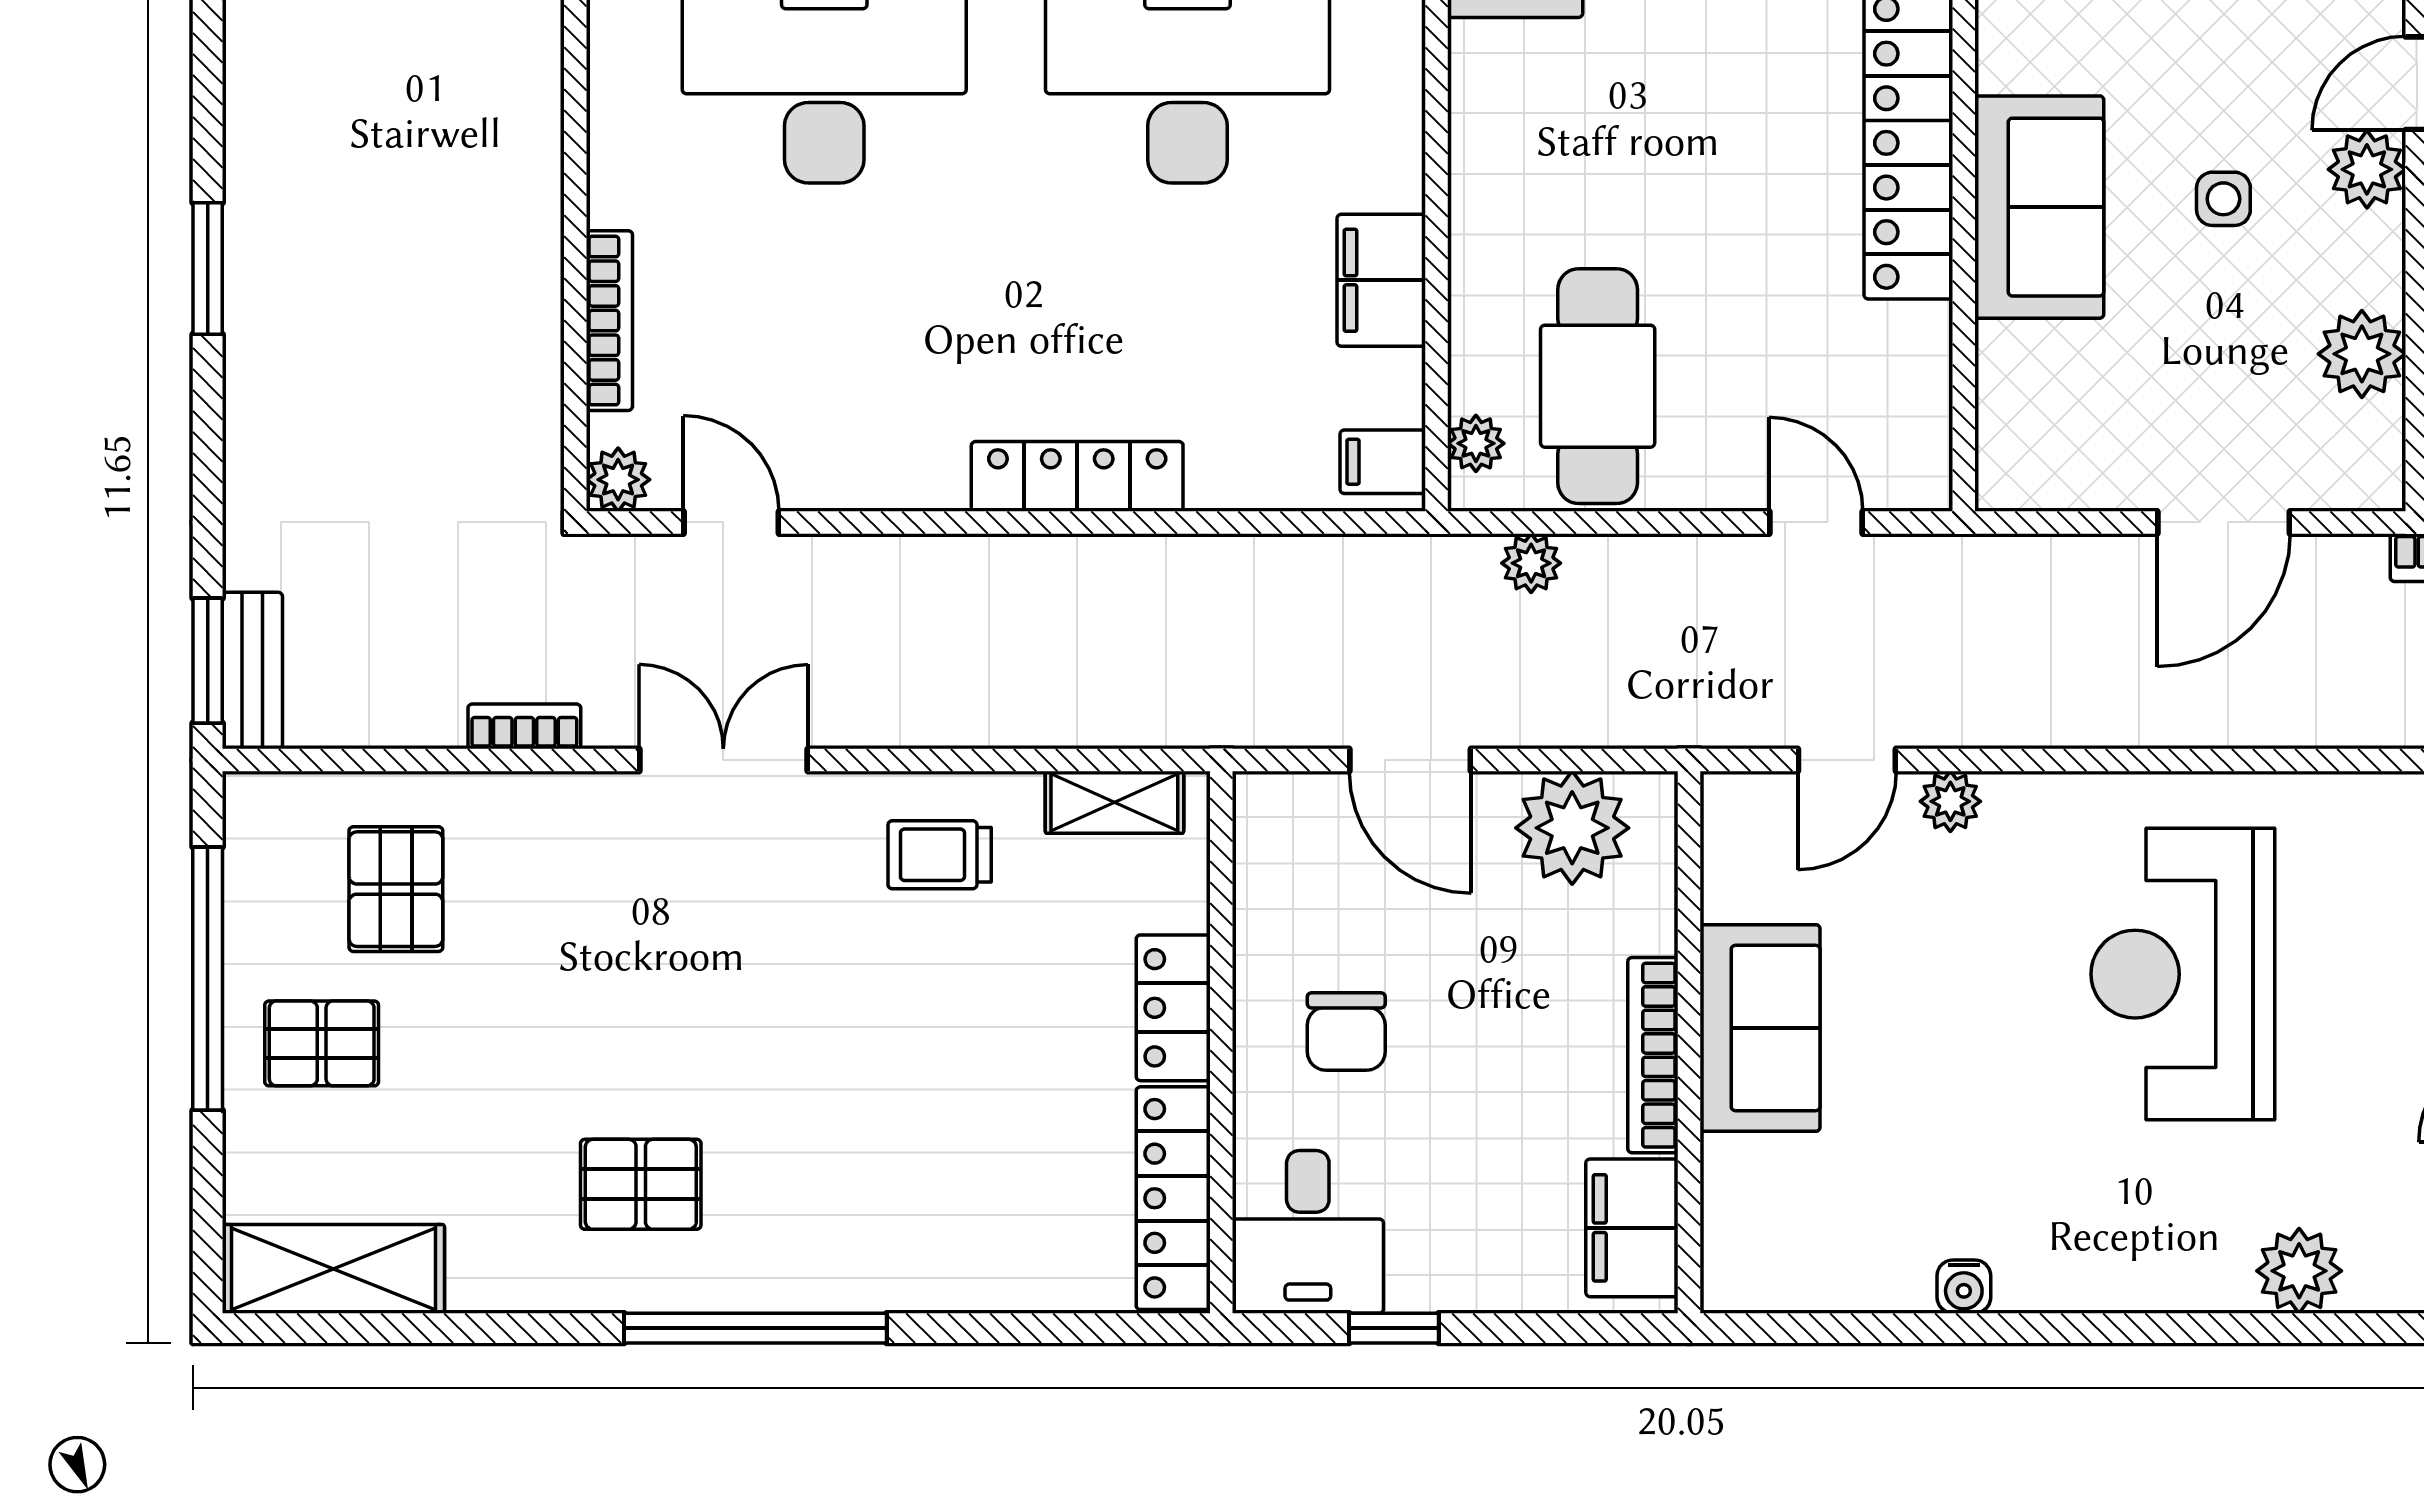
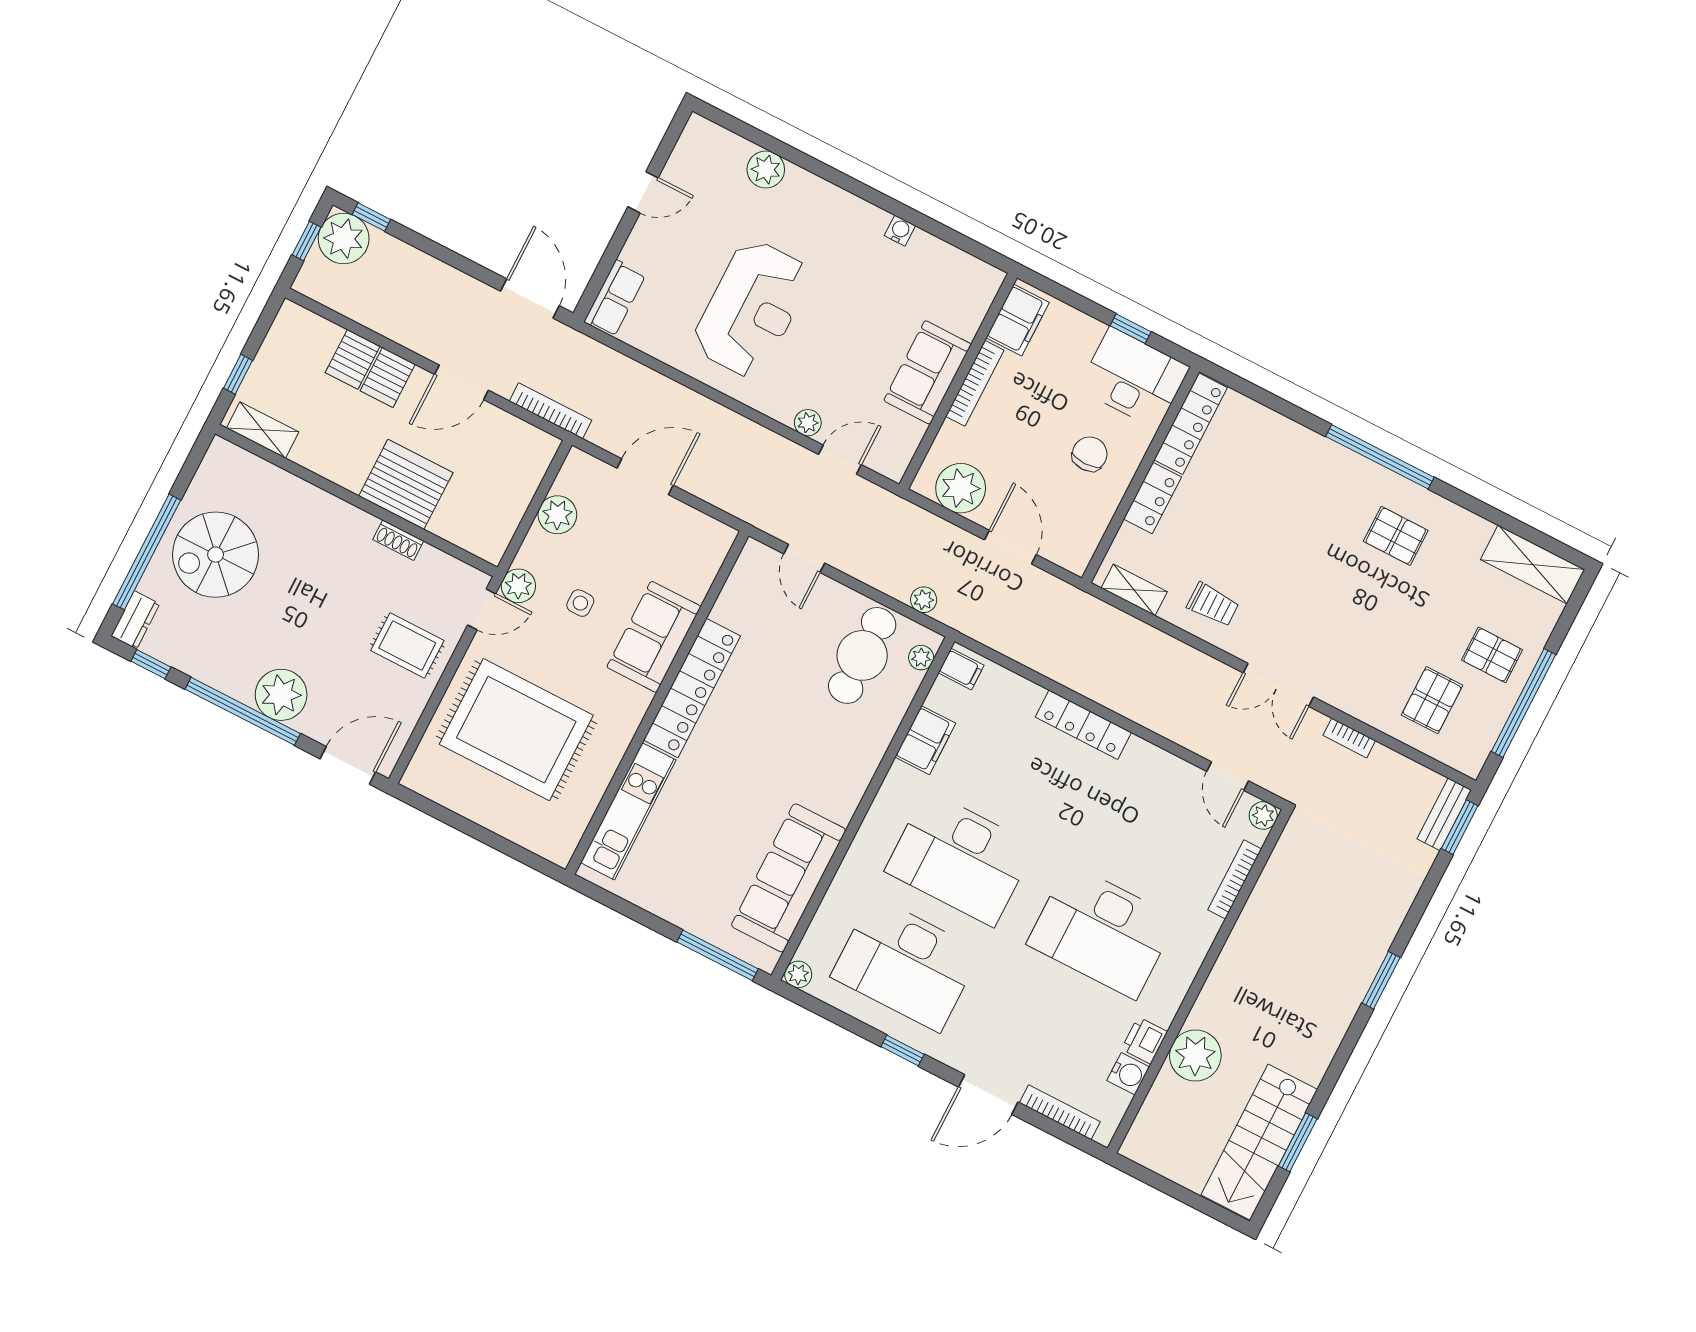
desk: (1308, 1232) -> (1134, 378), width x1.37

